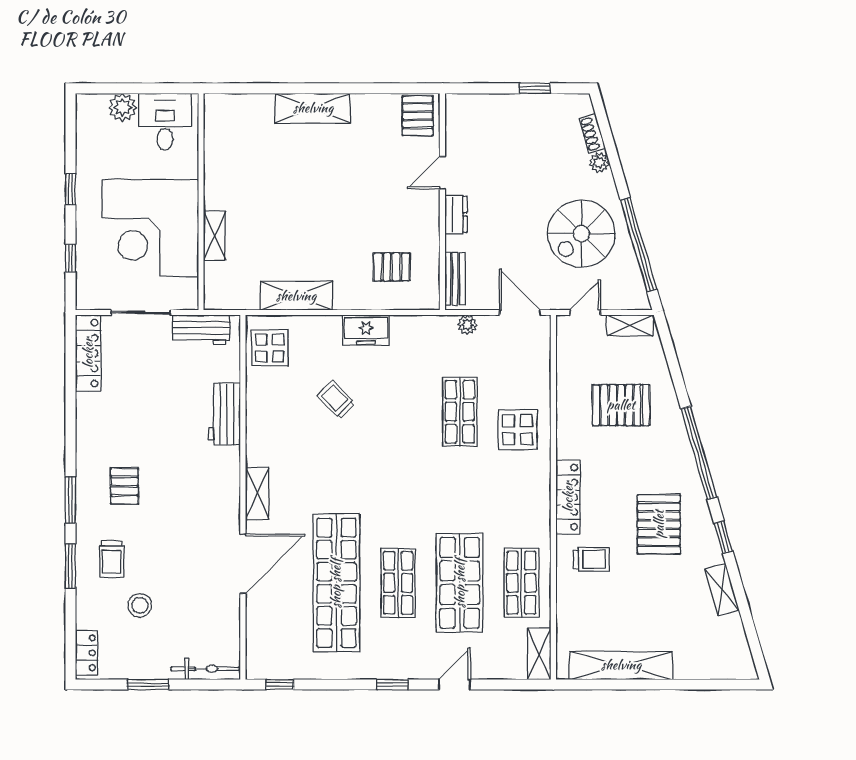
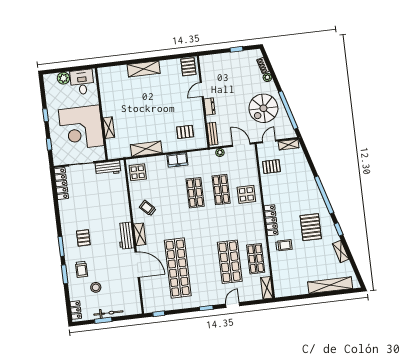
trolley: (336, 400) -> (148, 208), moved
pallet: (621, 405) -> (271, 167), moved, width x0.67, depth x0.71
workbench: (225, 414) -> (126, 236), moved
door: (243, 564) -> (137, 265), hinge flipped
shop shelf: (398, 583) -> (195, 193), moved
shelving: (621, 665) -> (330, 285), moved
bicycle: (205, 669) -> (108, 313), moved

